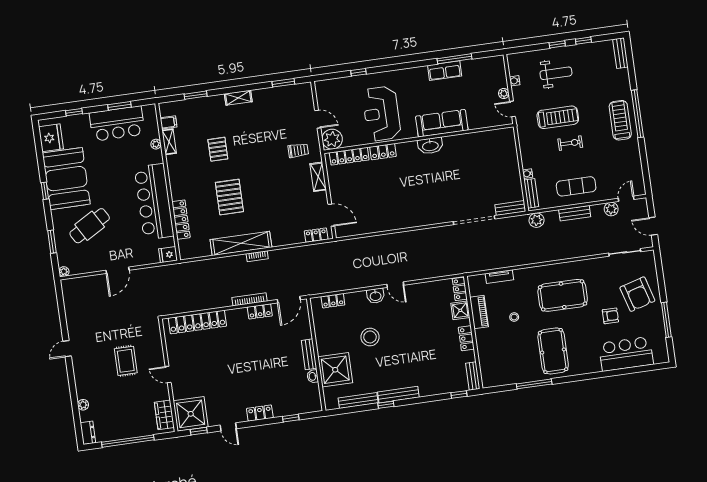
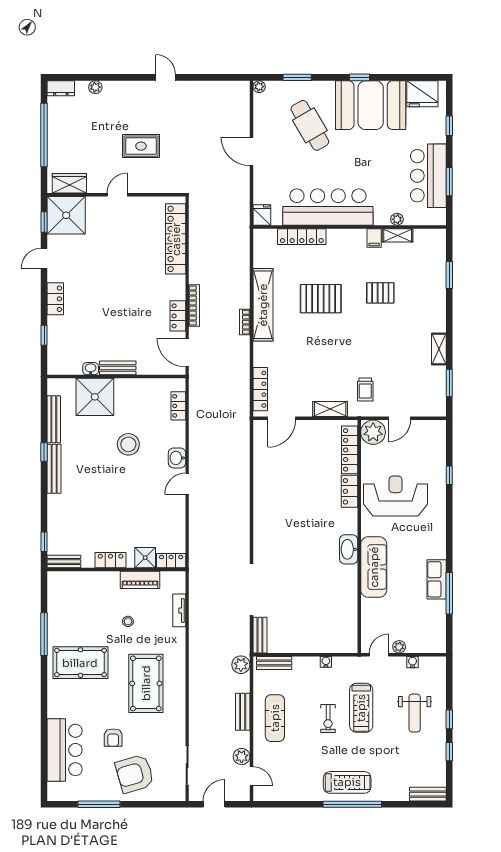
shelving: (238, 98) -> (439, 349), moved
filing cabinet: (168, 122) -> (374, 238), moved
water cooler: (528, 174) -> (326, 662), moved
locker: (316, 235) -> (260, 389), width x1.53

